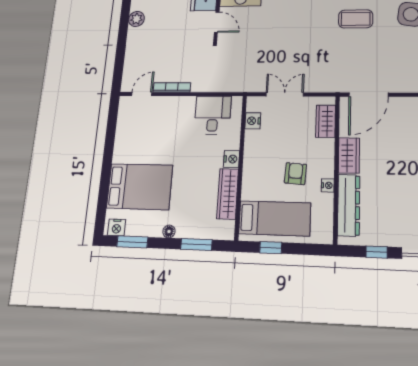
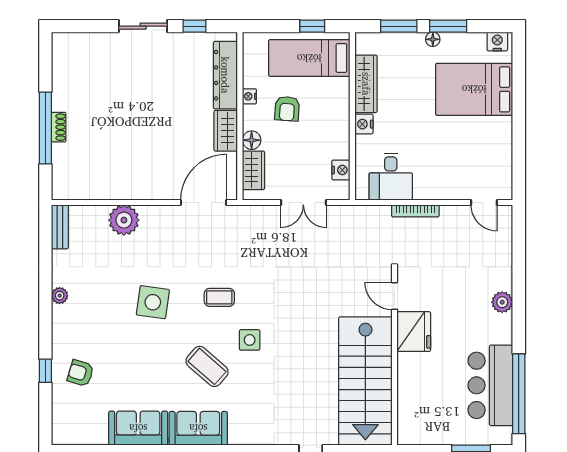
coffee table: (356, 19) -> (219, 297), width x0.73, depth x0.77
bookcase: (172, 87) -> (415, 211), moved
door: (142, 94) -> (484, 202), hinge flipped
floor lamp: (327, 147) -> (252, 140), added
window: (132, 242) -> (448, 26), moved

